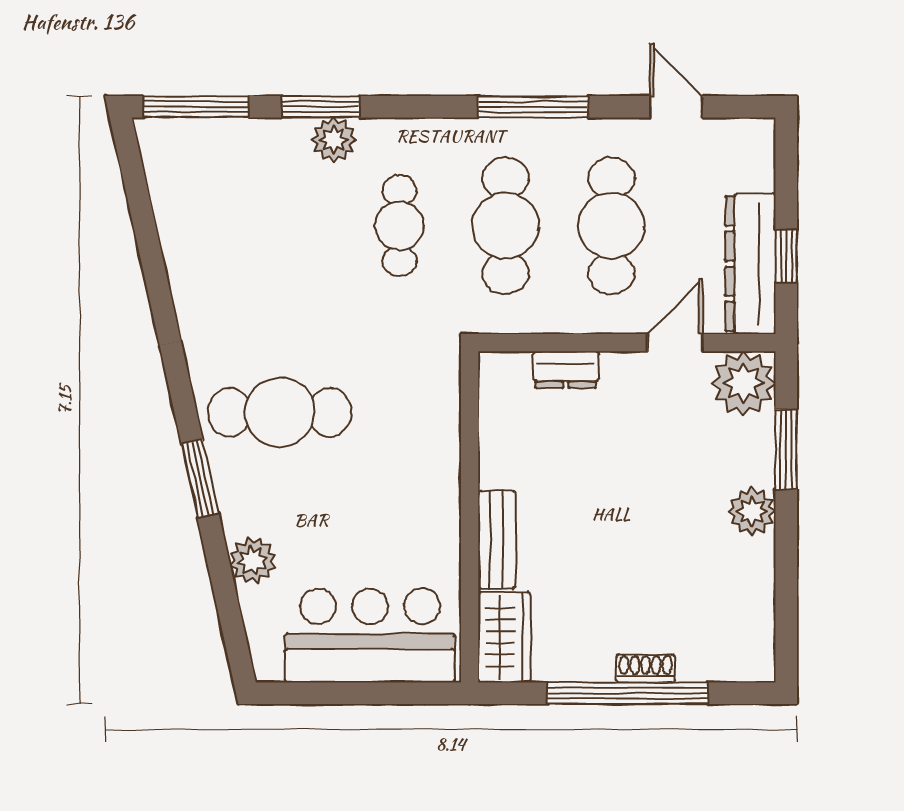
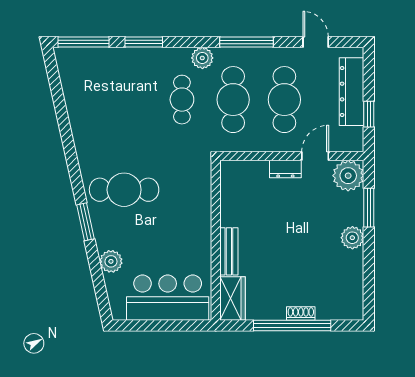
plant: (334, 140) -> (202, 58), moved
dresser: (750, 264) -> (352, 92), moved
dresser: (566, 370) -> (285, 169), moved

